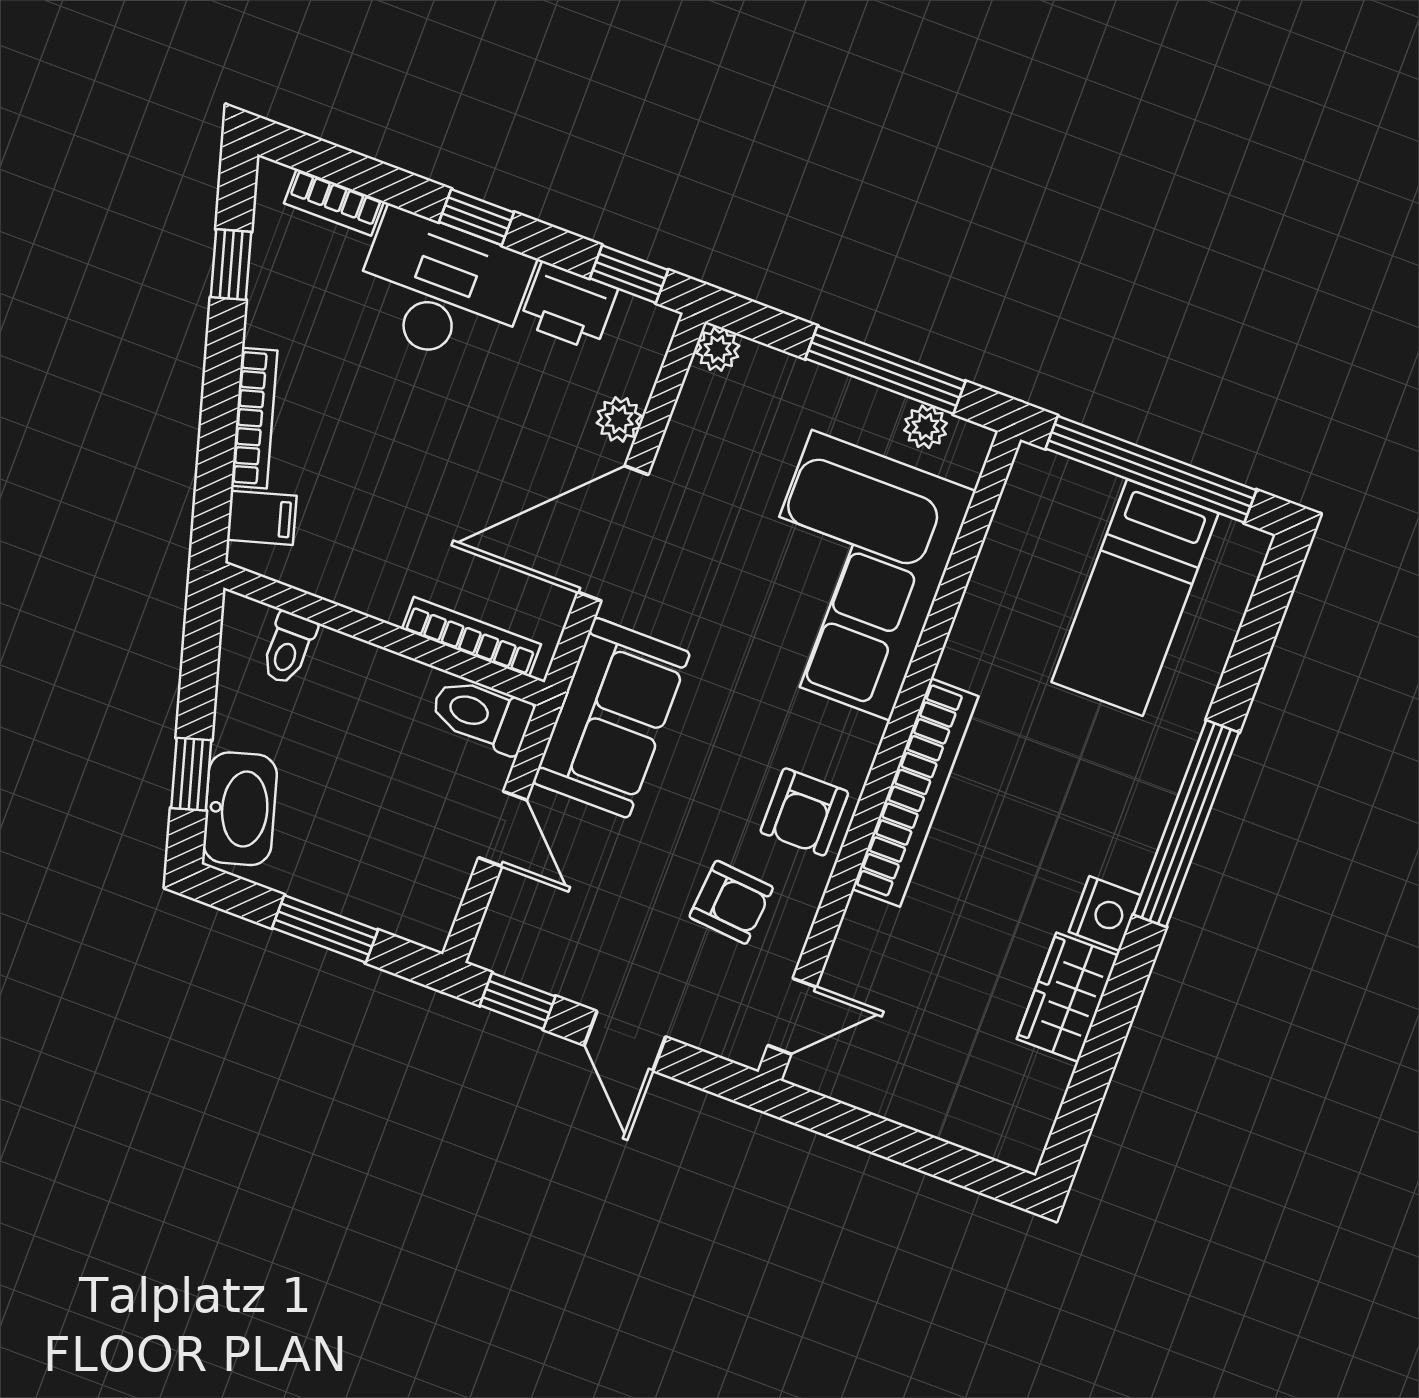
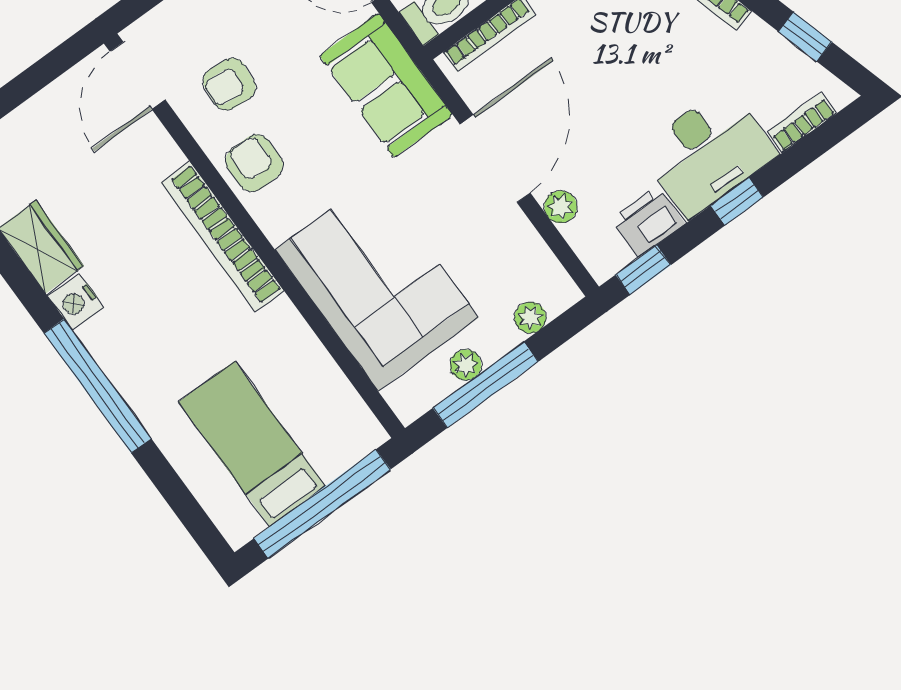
plant: (718, 349) -> (530, 318), moved
plant: (926, 427) -> (466, 365), moved
door: (792, 1016) -> (138, 76), width x1.38

